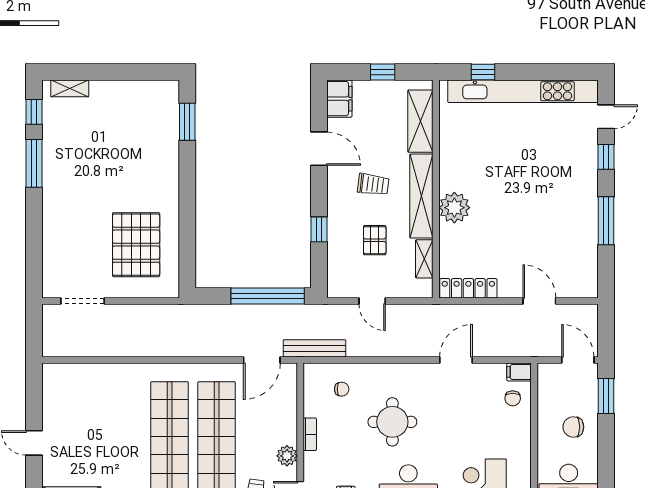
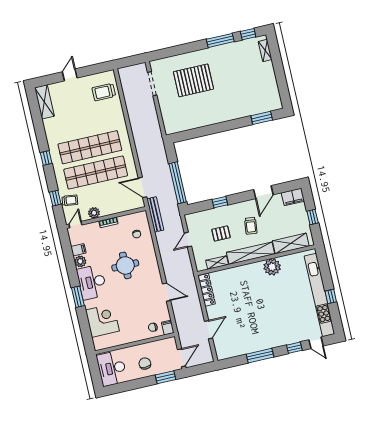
window: (483, 72) -> (331, 296), moved
plant: (454, 208) -> (272, 267), moved
pallet: (136, 245) -> (193, 80), moved
trolley: (78, 390) -> (104, 92), added

